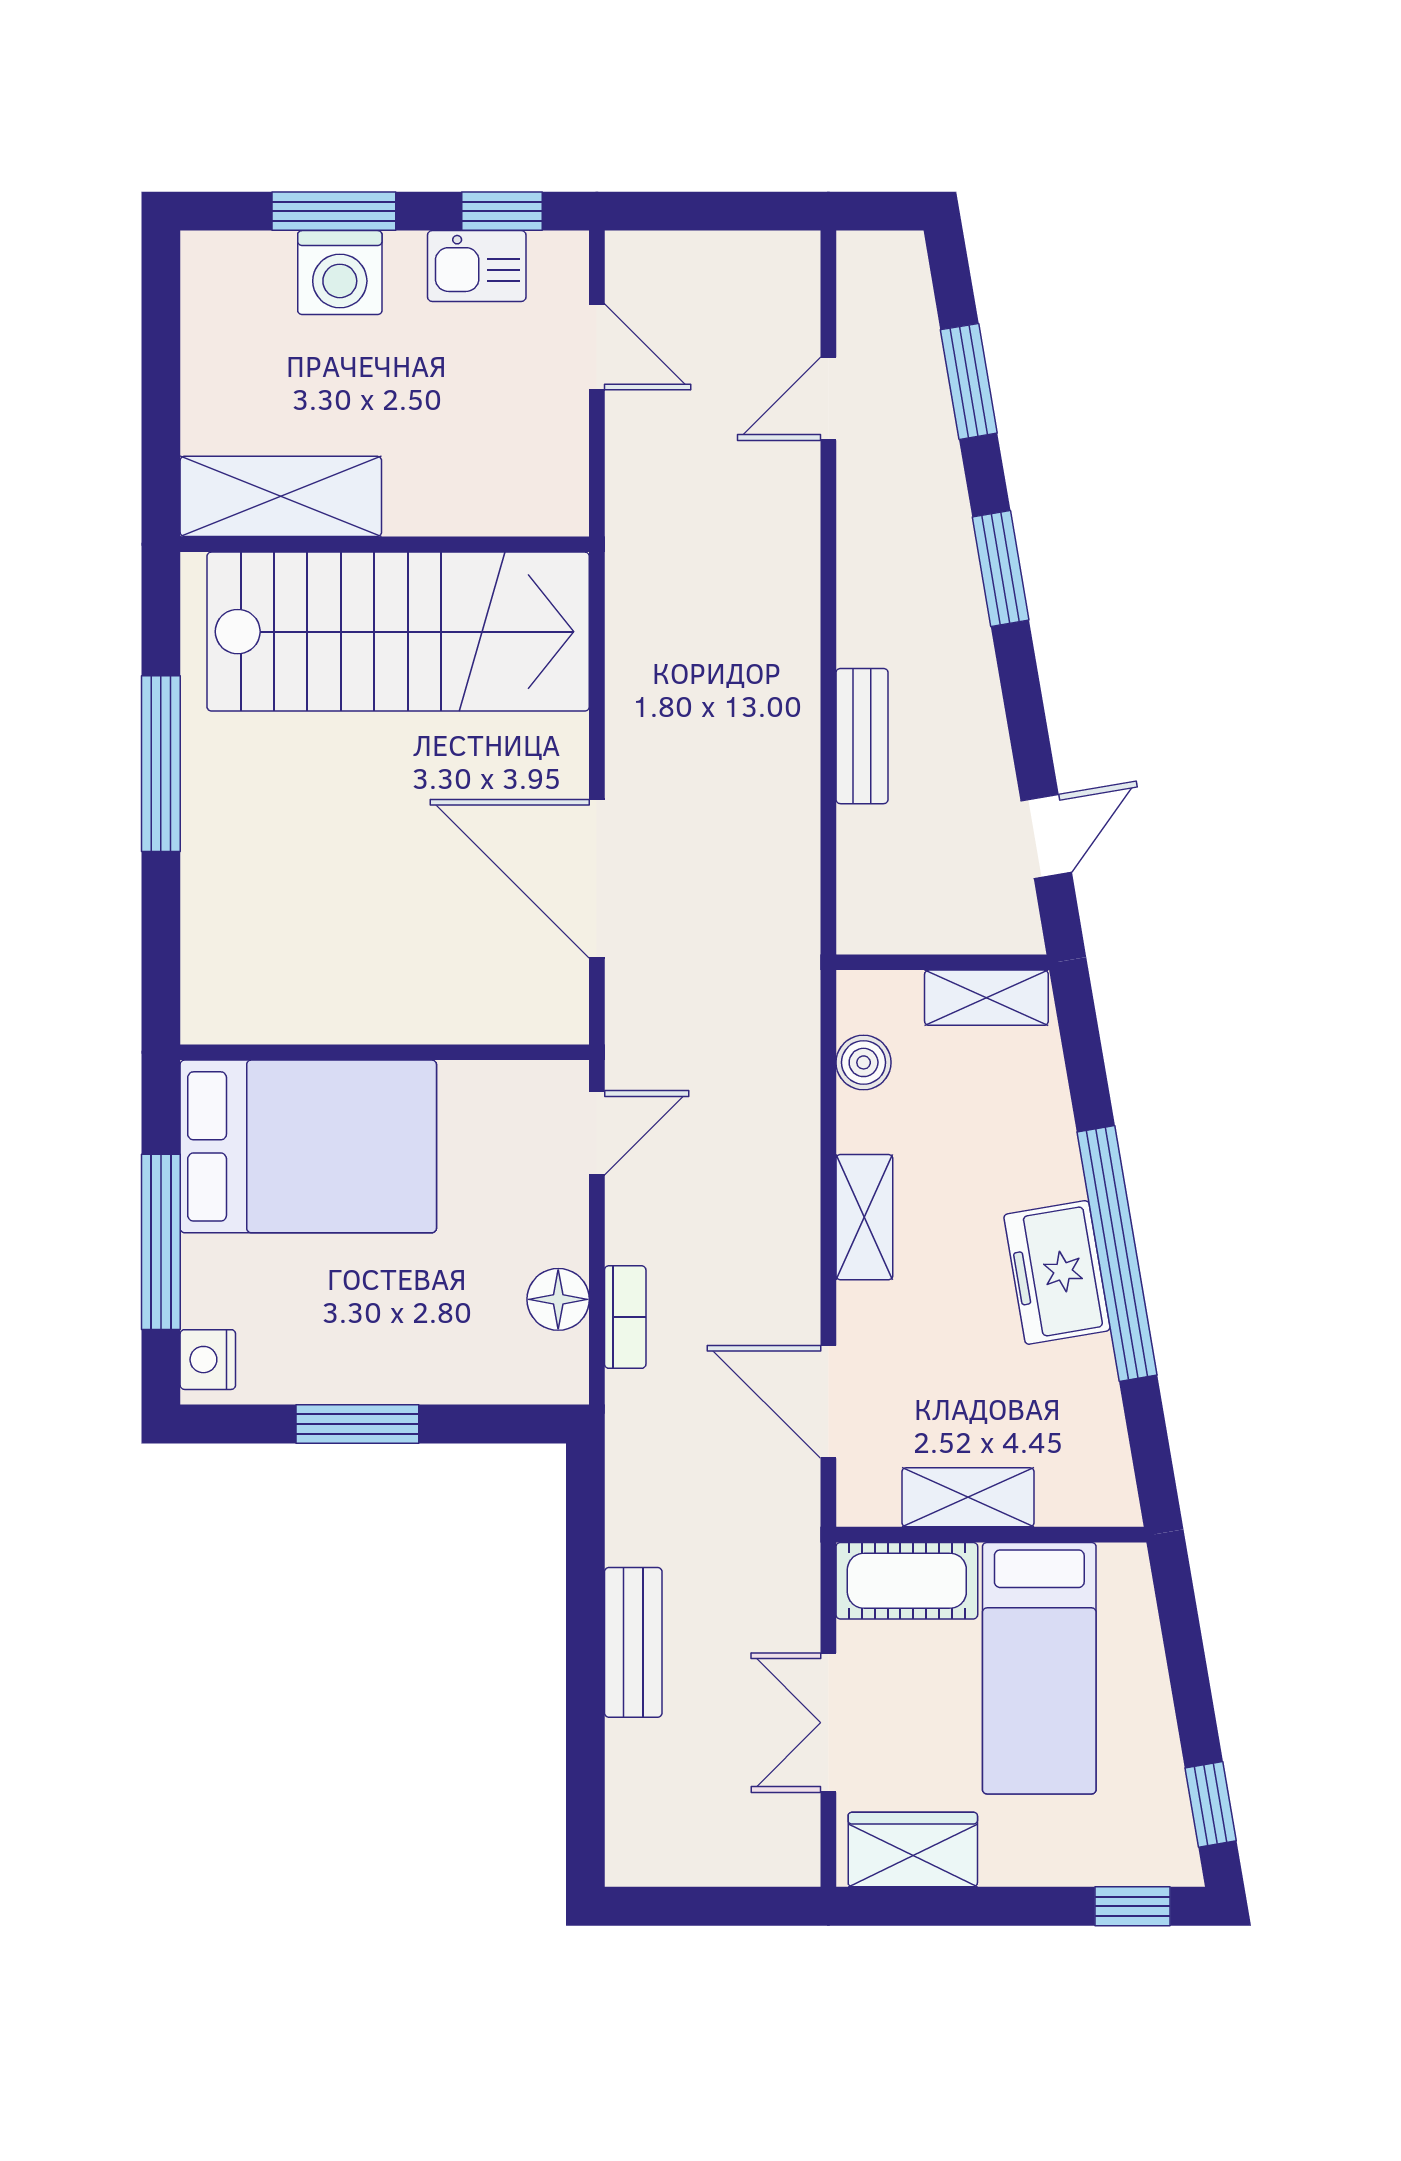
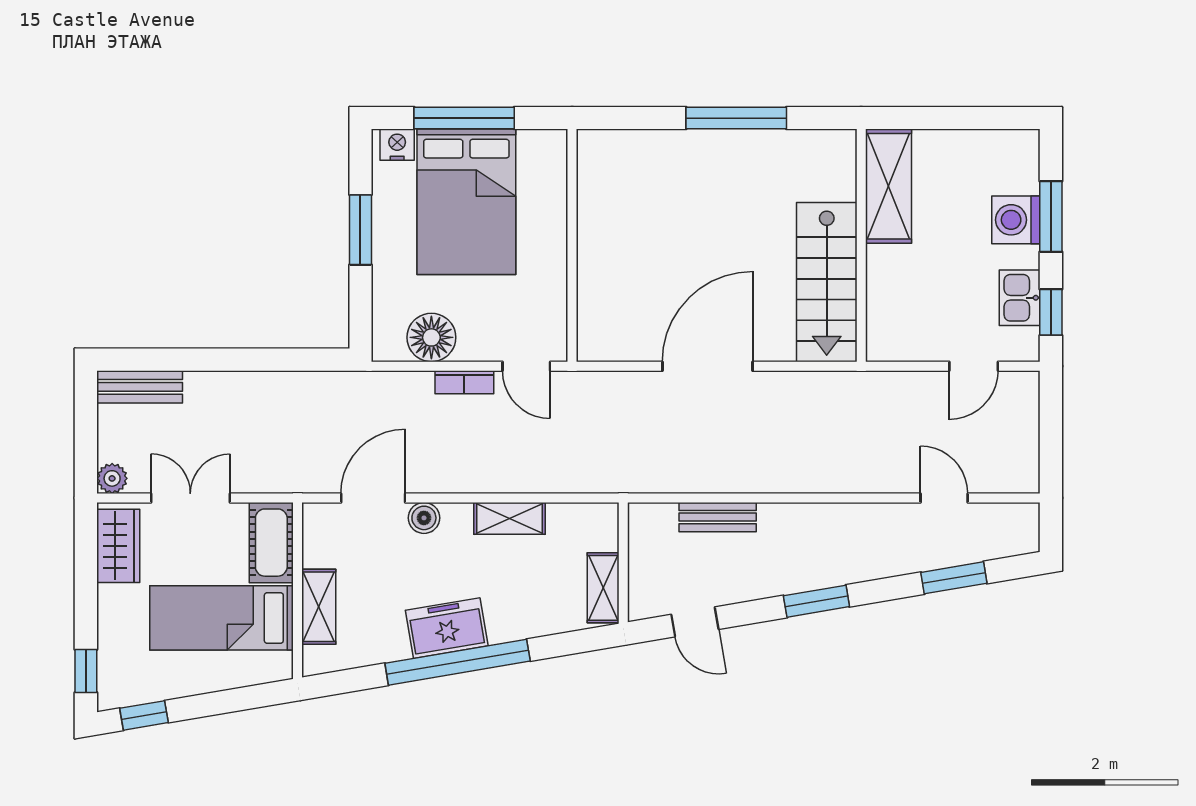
window: (1001, 568) -> (816, 601), moved
stairs: (398, 632) -> (827, 282), width x0.73, depth x0.66
bench: (862, 736) -> (718, 517), moved
door: (597, 879) -> (707, 366), moved
boiler: (864, 1062) -> (424, 518), moved
bed: (308, 1146) -> (466, 202), moved
shelving: (864, 1217) -> (509, 518), moved
floor lamp: (558, 1299) -> (431, 337), width x1.38, depth x1.38
bookcase: (625, 1317) -> (464, 382), moved
shelving: (968, 1497) -> (319, 607), moved
bench: (633, 1642) -> (140, 387), moved
plant: (794, 1860) -> (112, 478), added

